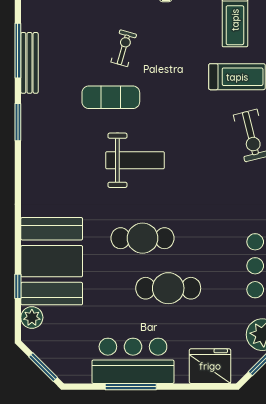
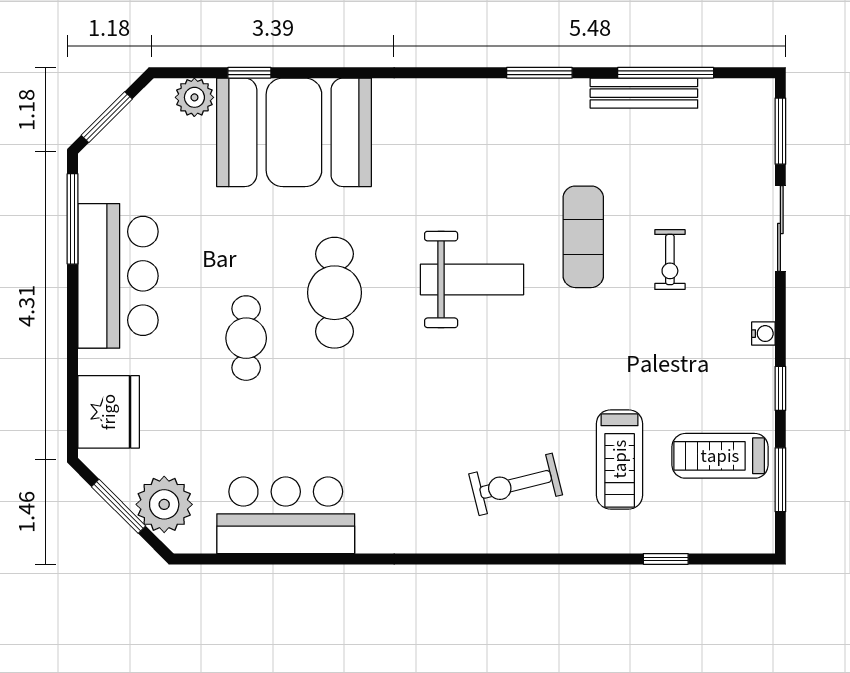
exercise bike: (124, 48) -> (670, 260), turned 74
weight bench: (135, 160) -> (472, 279), turned -90
cafe table: (168, 288) -> (246, 338), width x0.73, depth x0.74
window: (131, 387) -> (73, 219), moved

